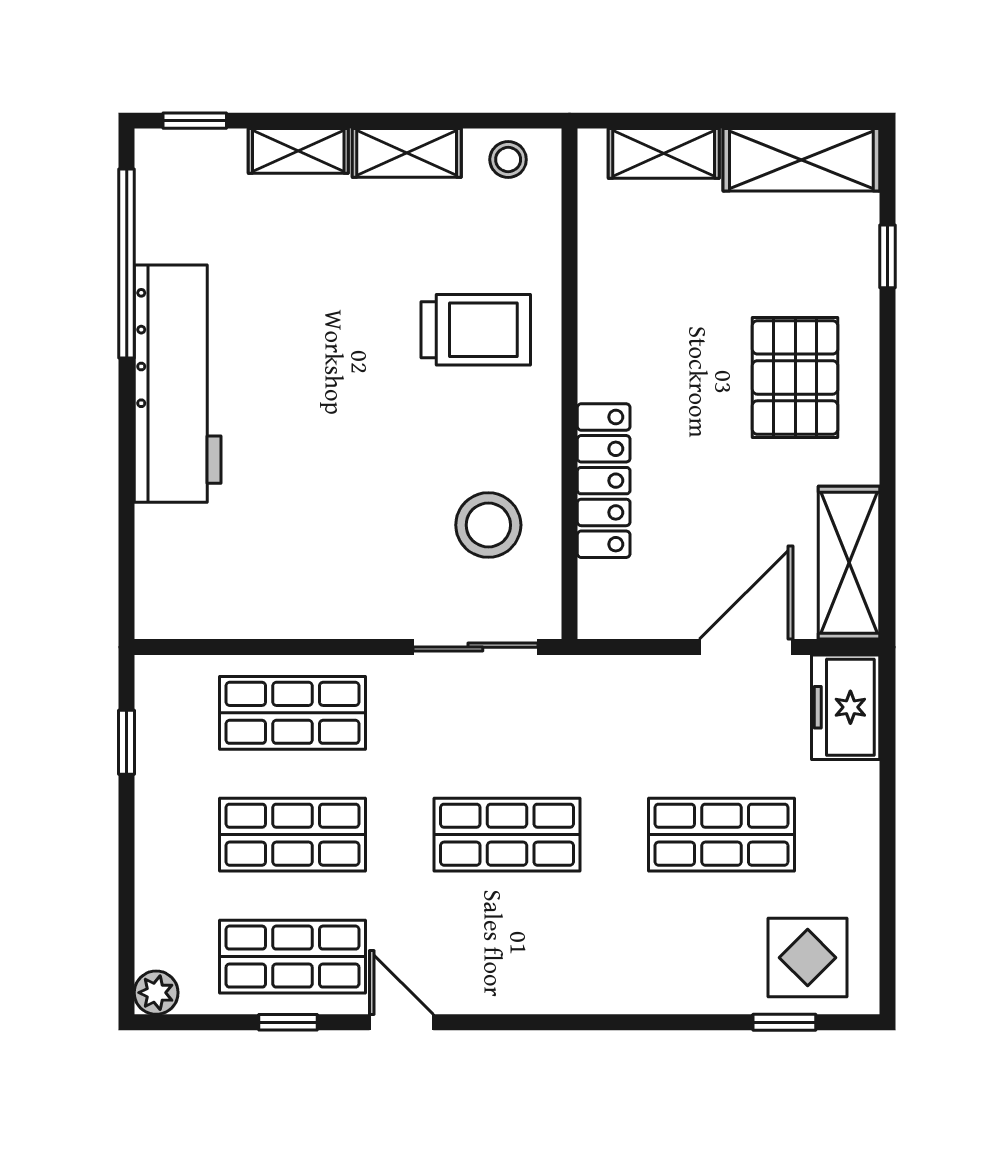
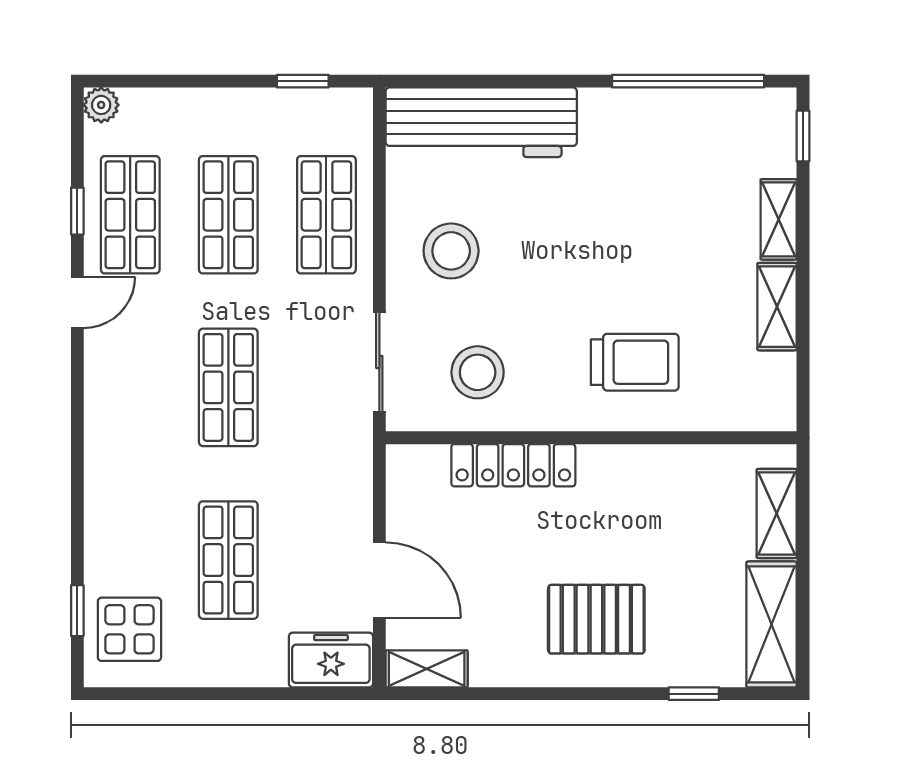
stool: (508, 160) -> (451, 251), moved, width x1.89, depth x1.89
trolley: (476, 330) -> (635, 362), turned -90
workbench: (178, 384) -> (481, 122), moved
shelving: (849, 563) -> (427, 669), width x0.67, depth x0.75

